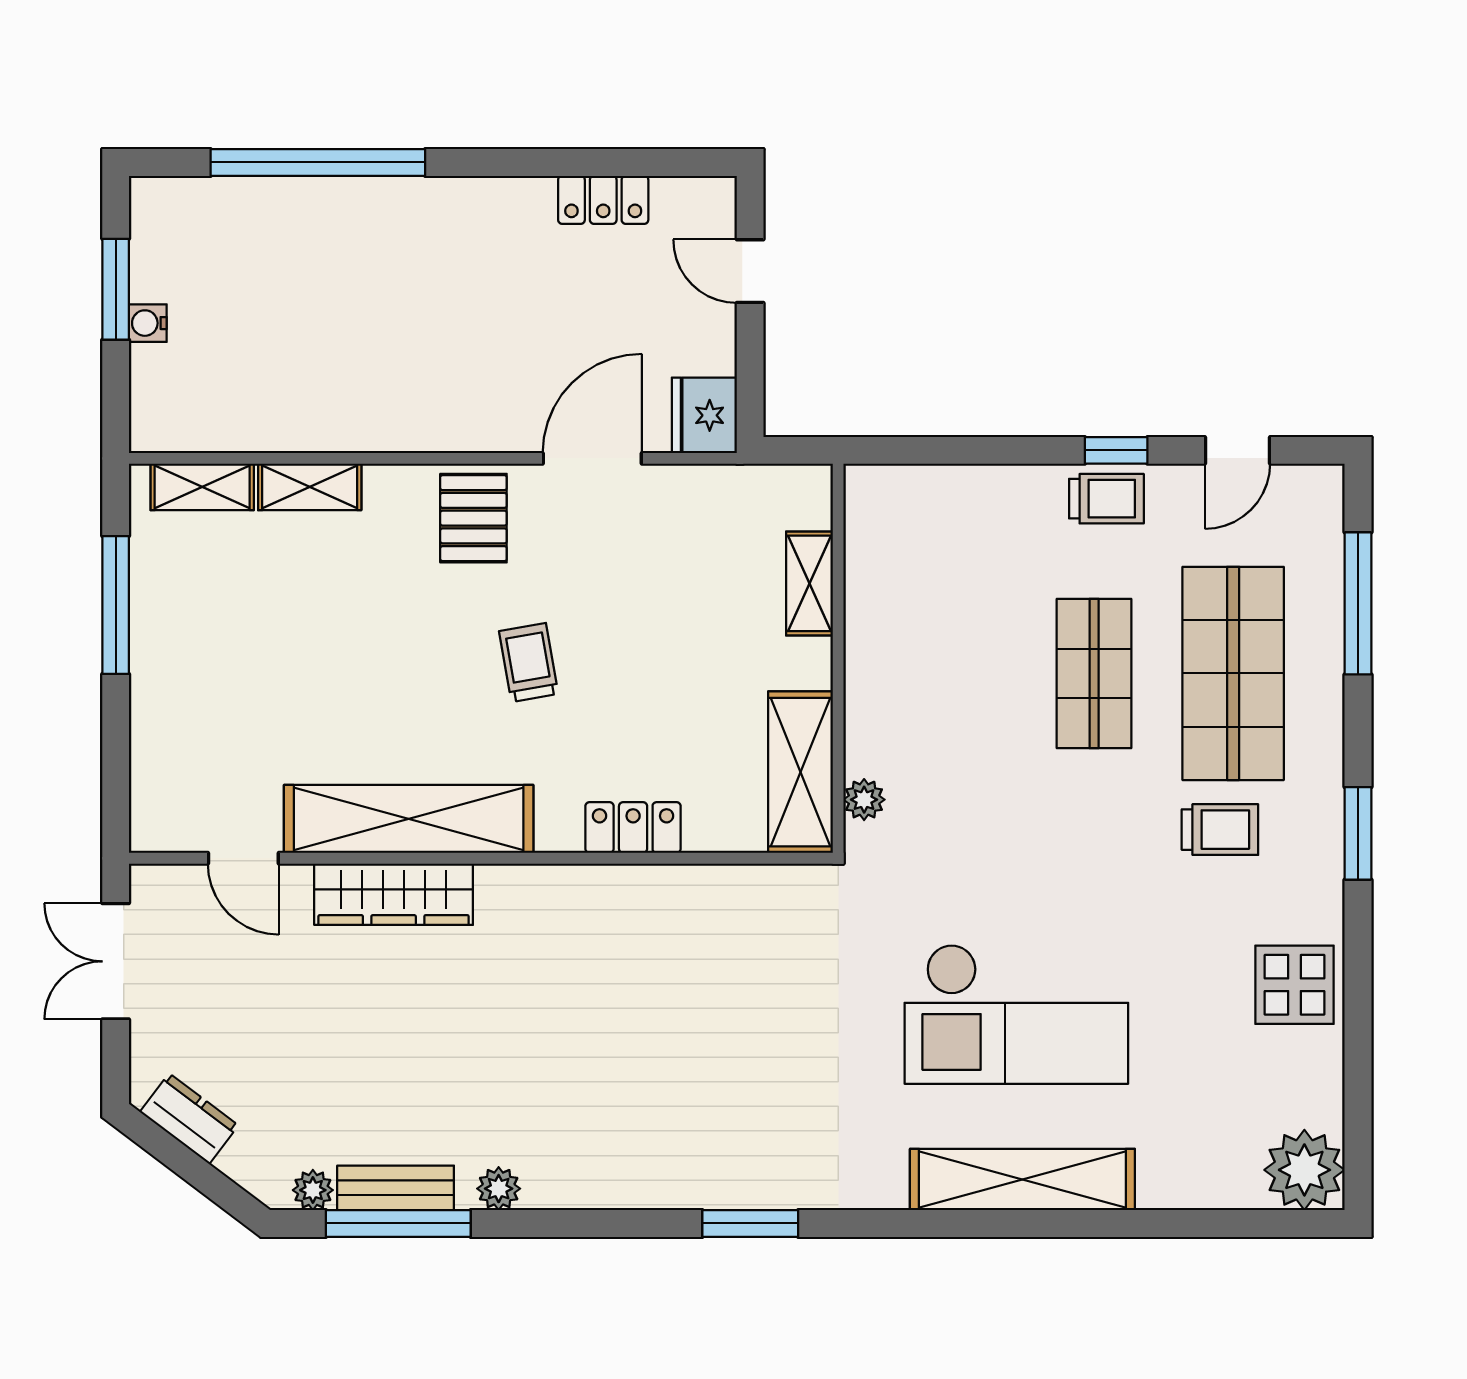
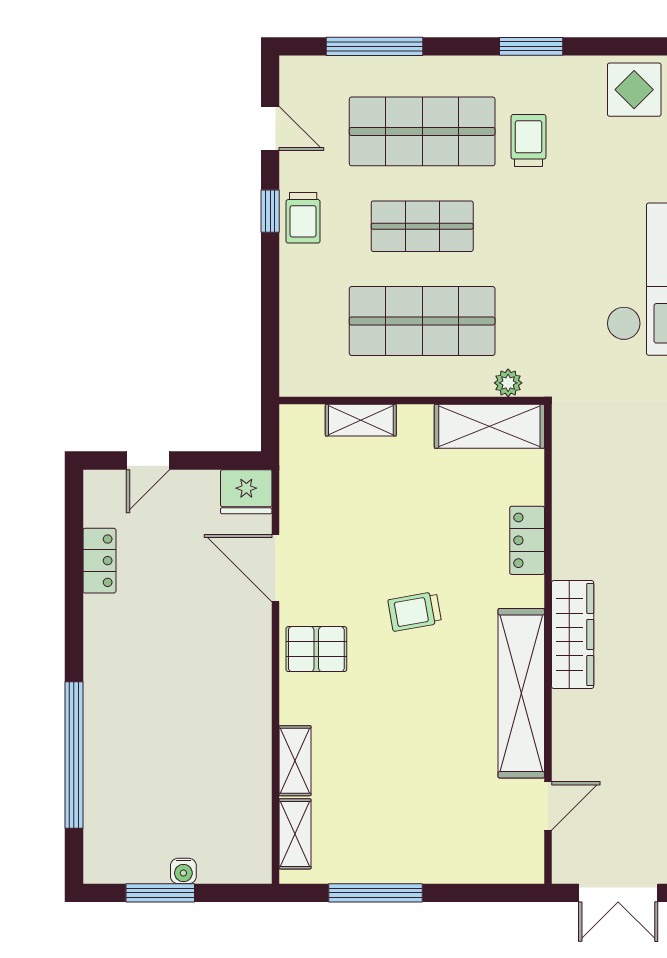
trolley: (1106, 499) -> (303, 218), turned 180
shop shelf: (955, 673) -> (422, 321), added
wardrobe: (394, 894) -> (573, 634), moved

